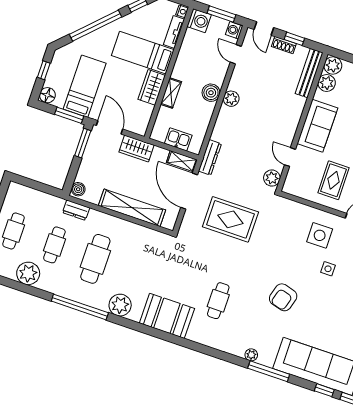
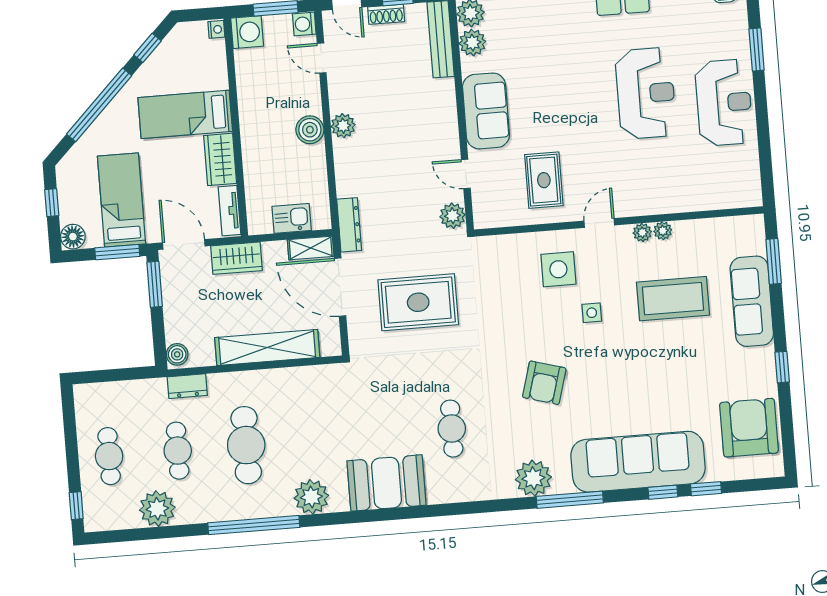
tv unit: (174, 32) -> (229, 211), moved
shelving: (171, 93) -> (252, 155), removed
plant: (251, 355) -> (533, 478), width x1.87, depth x1.87

